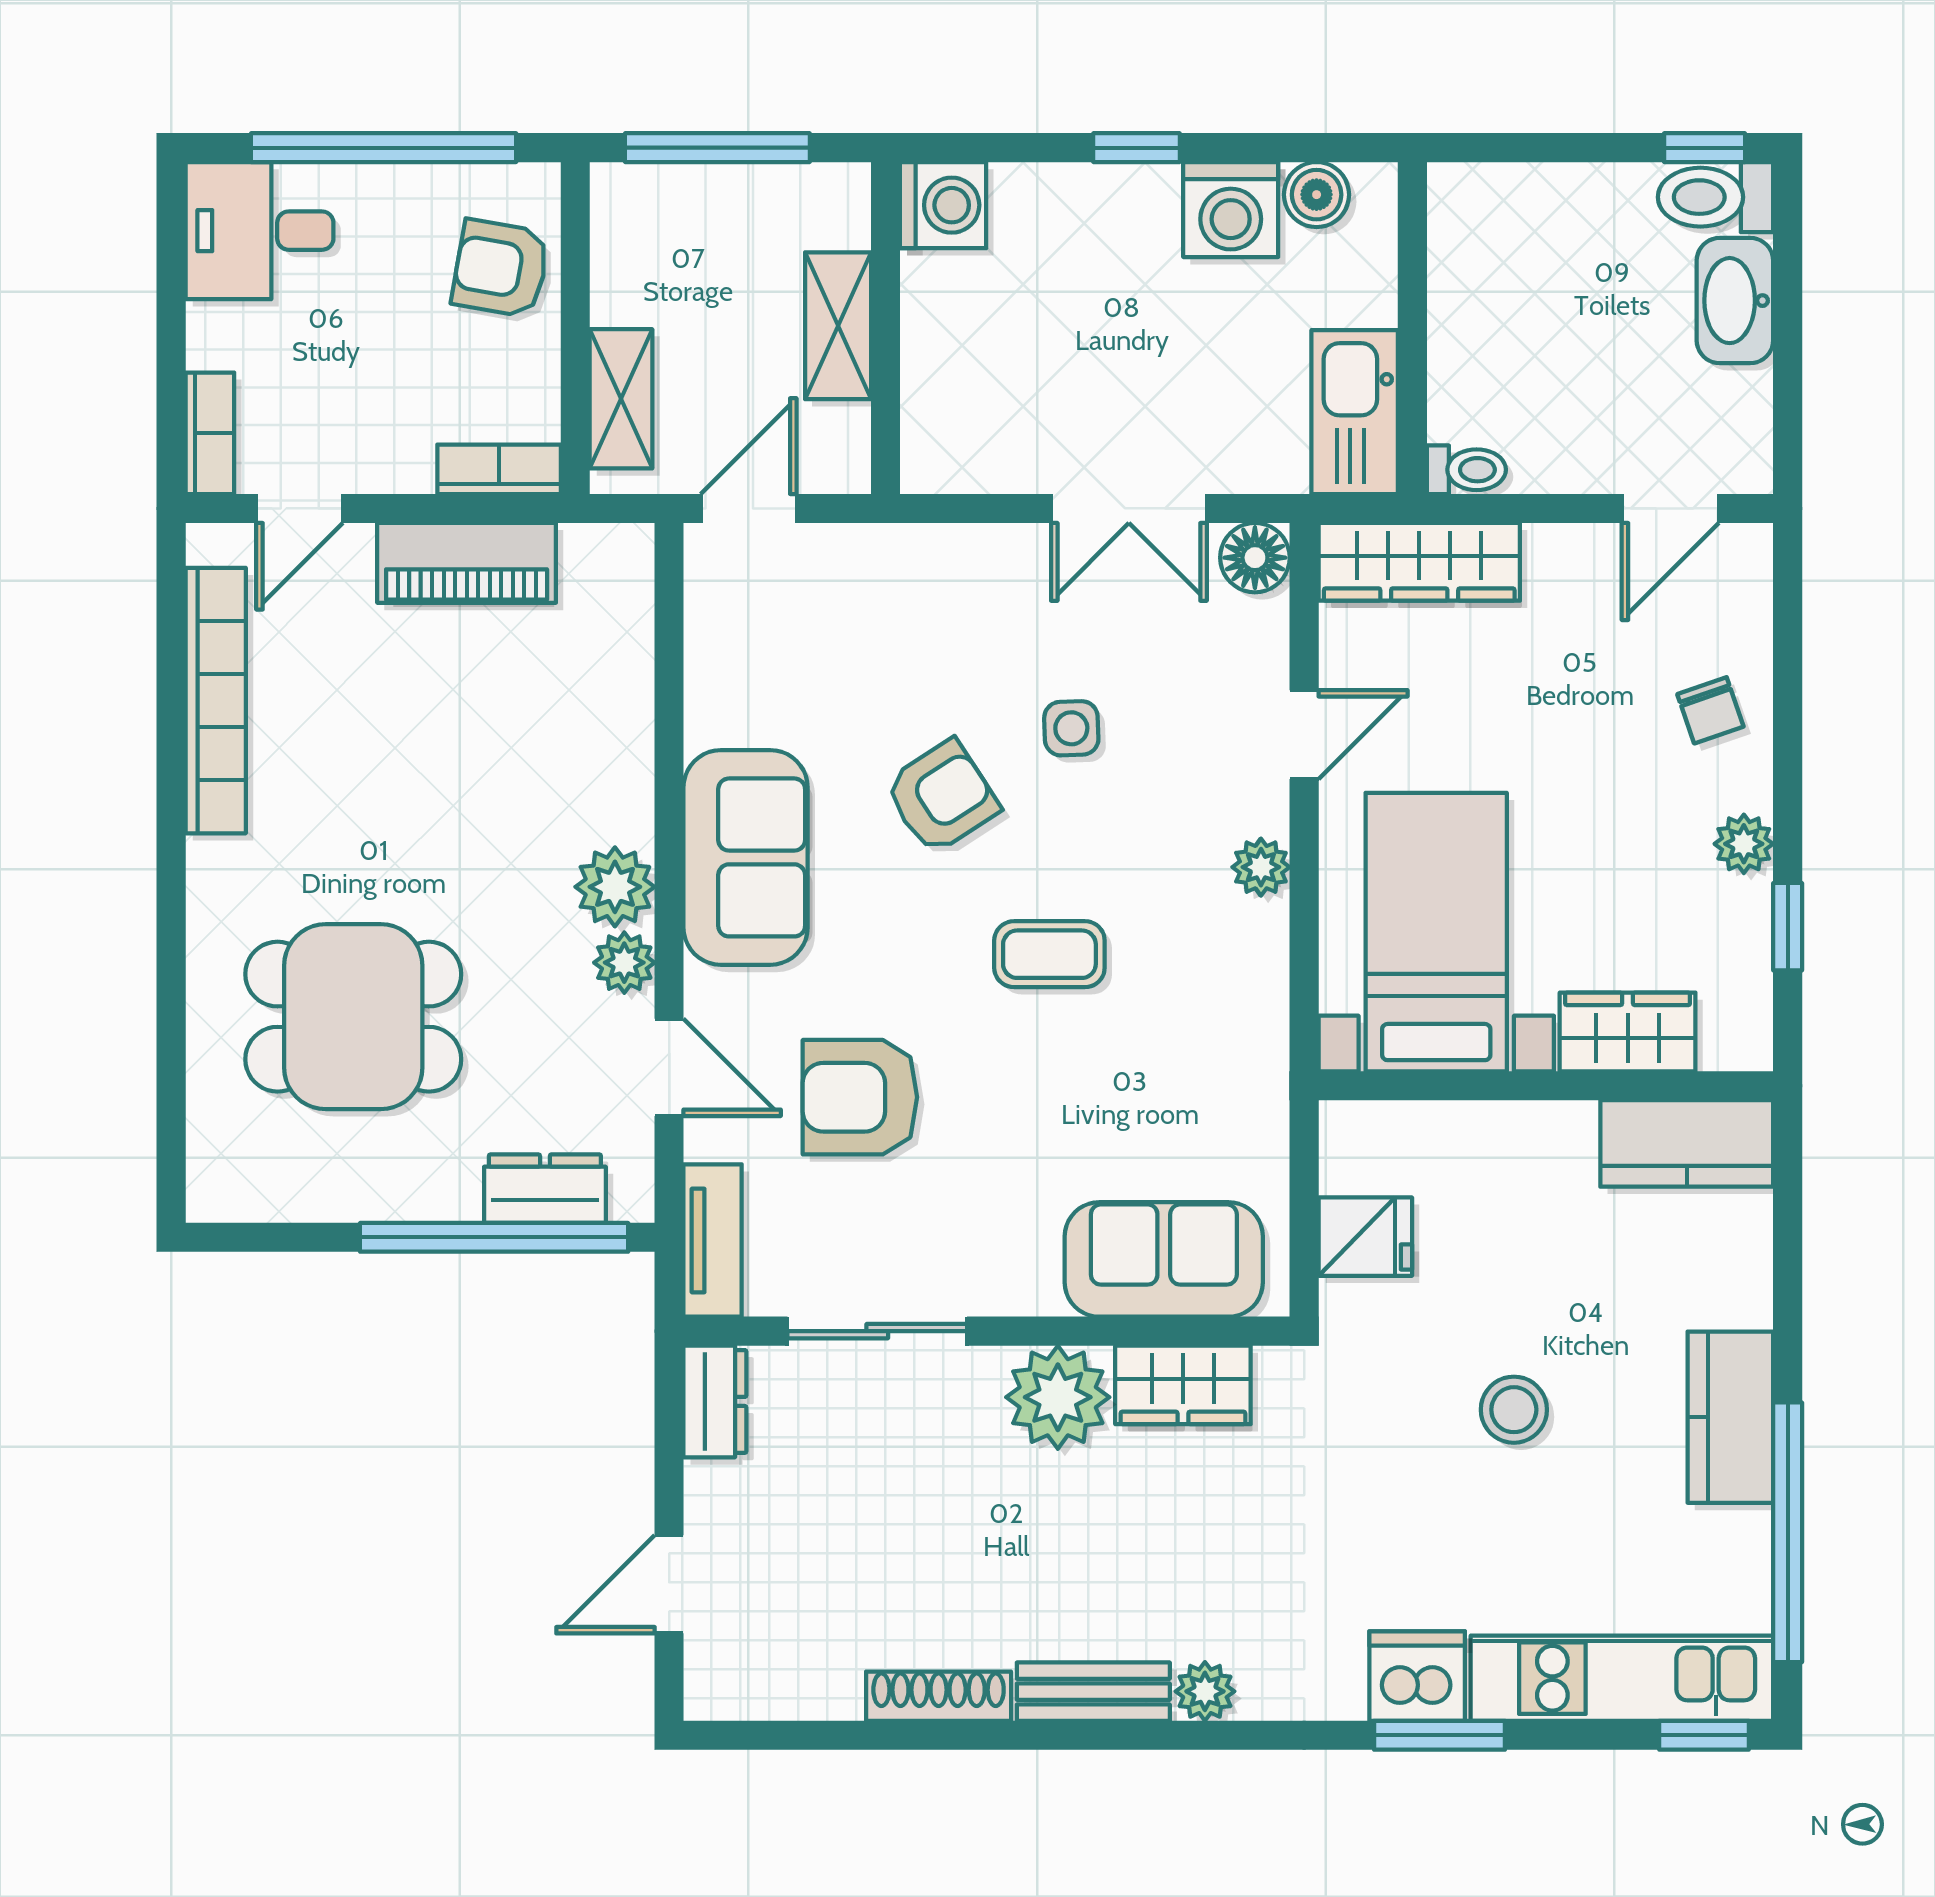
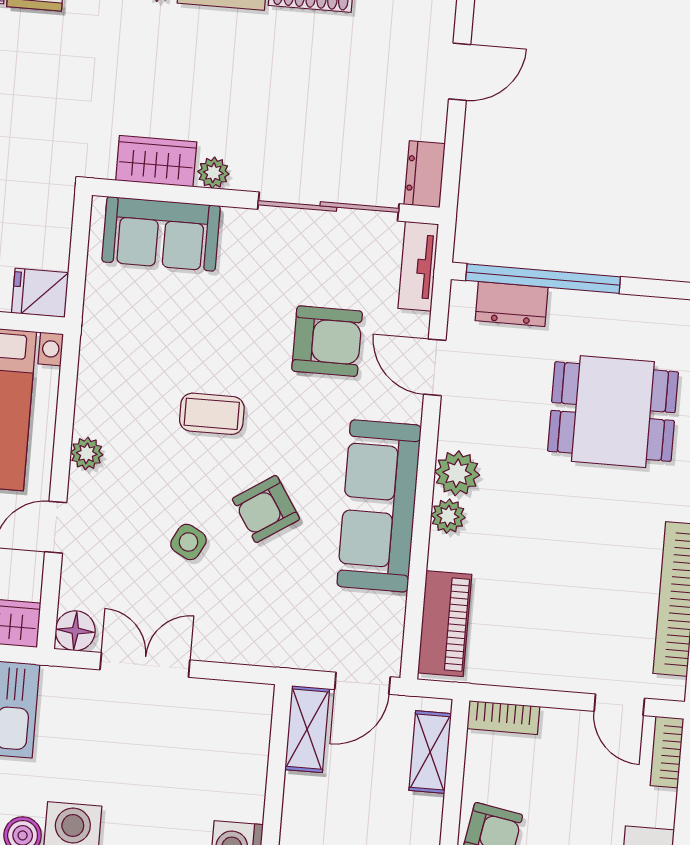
shelving: (838, 326) -> (307, 729), moved
door: (300, 508) -> (619, 705), swing flipped
piano: (467, 563) -> (445, 624), moved, turned 90
side table: (1071, 728) -> (188, 542), turned 30
sofa: (746, 857) -> (379, 506), width x1.36
plant: (624, 963) -> (448, 516), moved
fridge: (1365, 1237) -> (40, 293), moved
sliding door: (877, 1331) -> (328, 207), width x1.37
plant: (1058, 1397) -> (213, 173), width x0.53, depth x0.53

